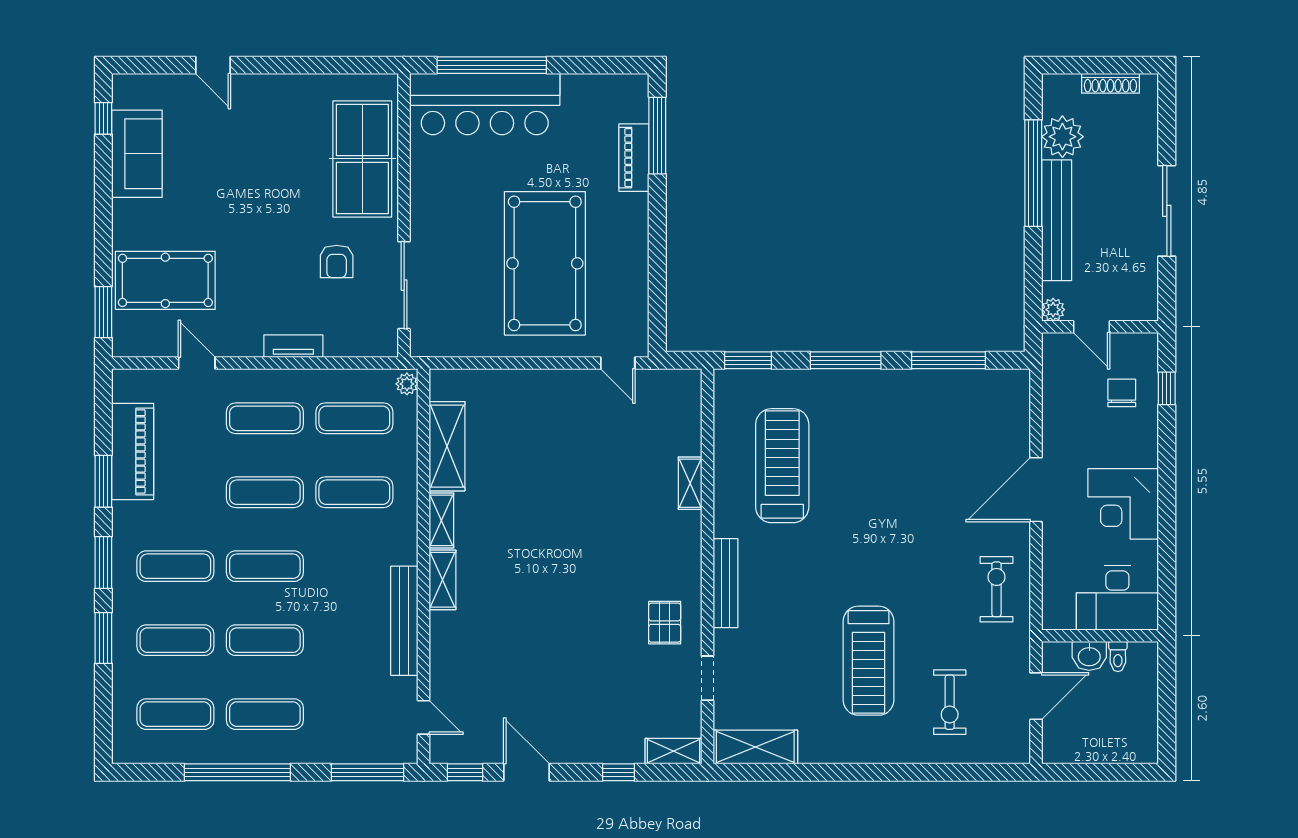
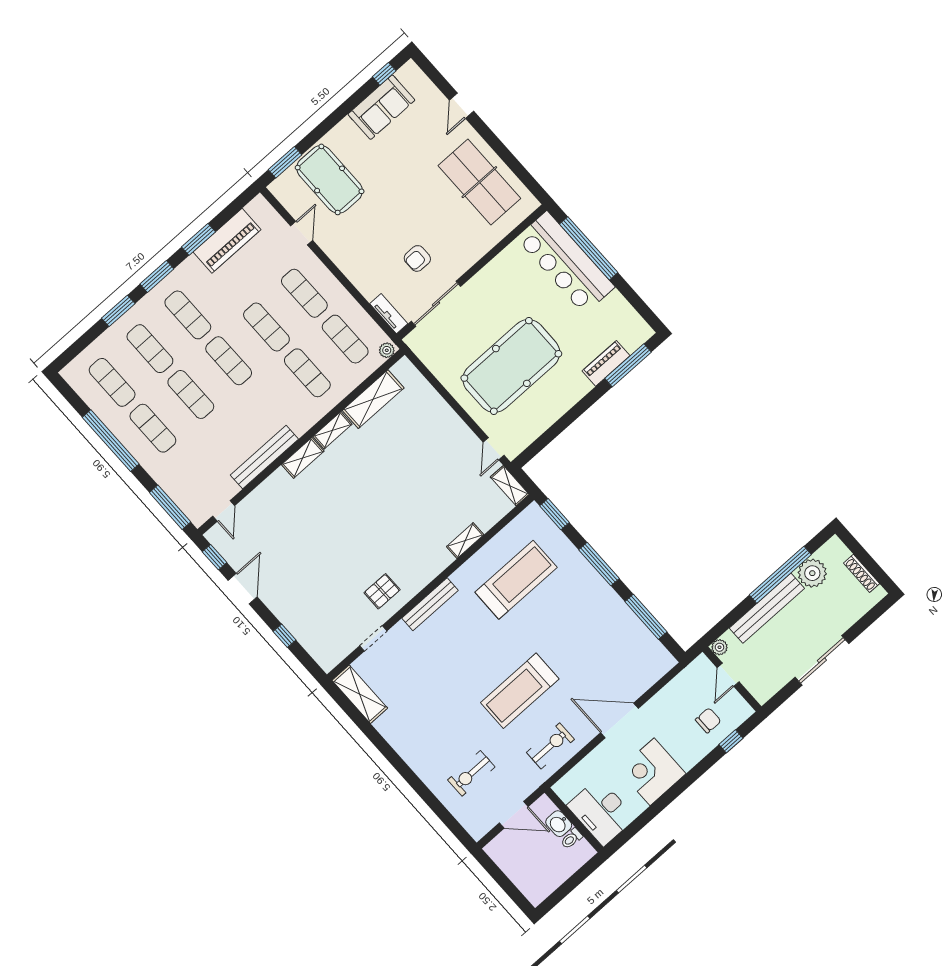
table tennis table: (362, 159) -> (479, 182), moved, turned 90
tv unit: (293, 346) -> (389, 314), moved
treadmill: (868, 661) -> (520, 691), moved
shelving: (674, 751) -> (510, 486), moved

